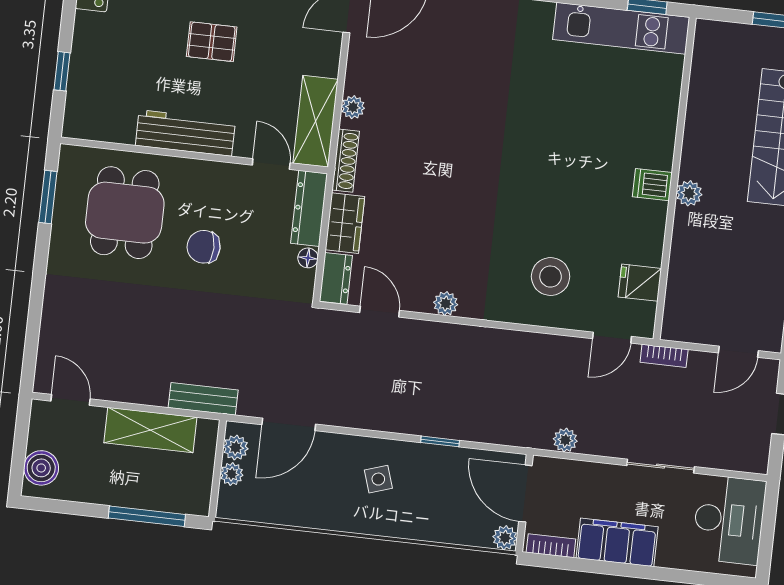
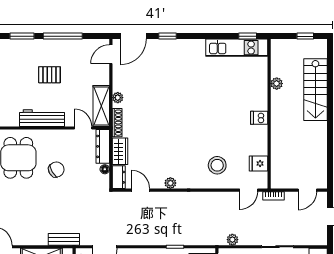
plant: (689, 193) -> (277, 84), moved
chair: (204, 247) -> (56, 169), turned 150

